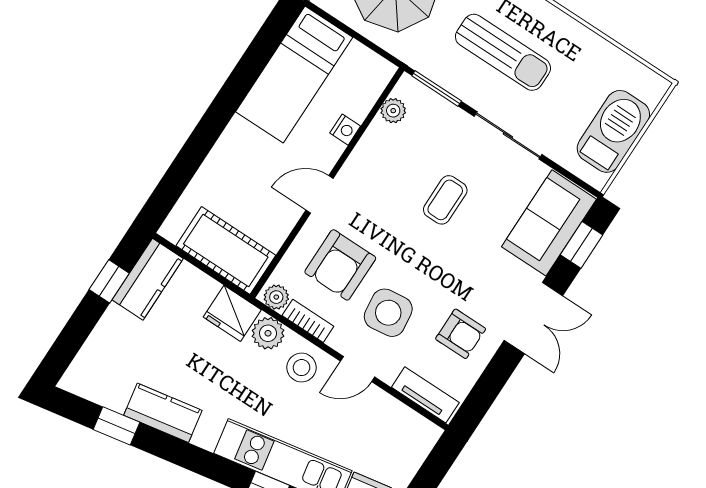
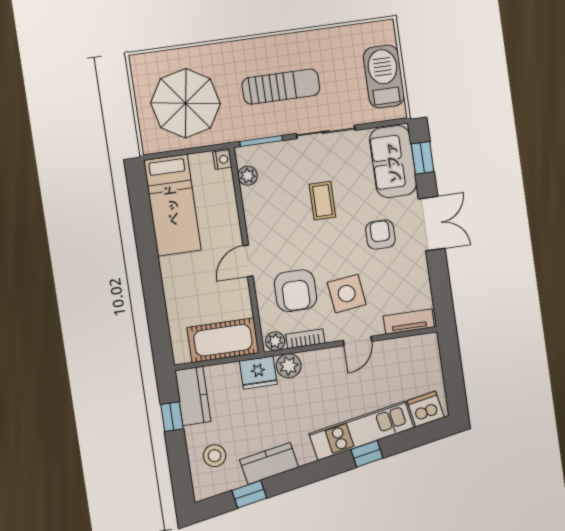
nightstand: (345, 130) -> (222, 160), moved
armchair: (461, 334) -> (380, 235), moved, turned -90
stool: (302, 368) -> (215, 456), moved

